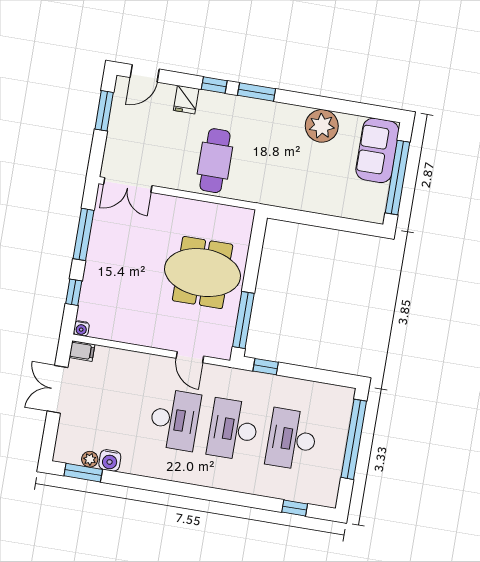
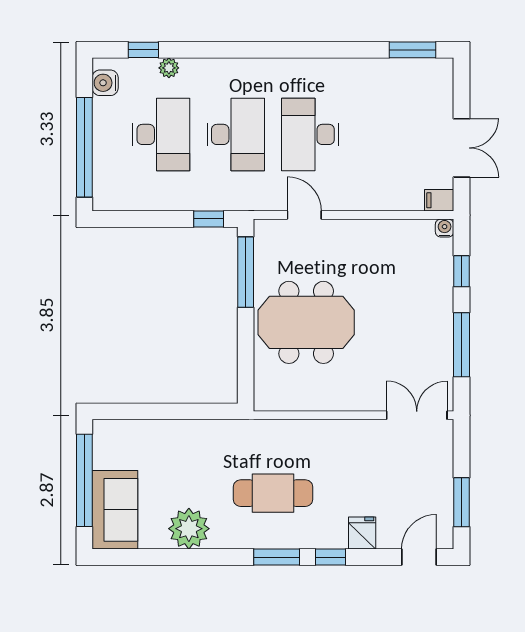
cafe table: (215, 161) -> (273, 493), moved, turned 90
plant: (90, 459) -> (169, 68), moved
water cooler: (110, 460) -> (105, 83), moved, turned -90

